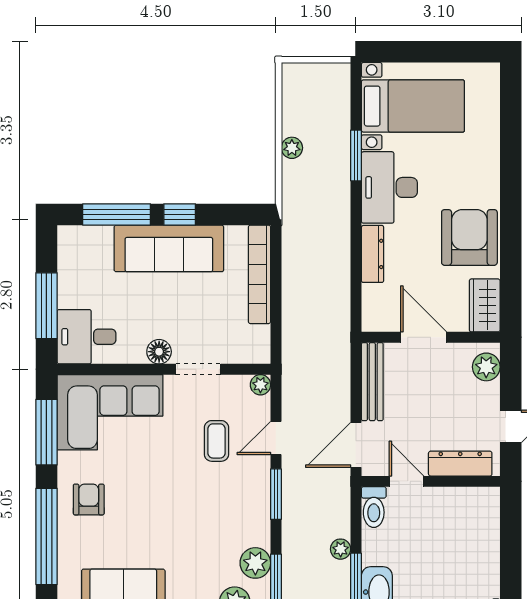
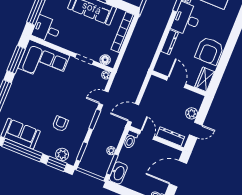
armchair: (469, 237) -> (209, 51), turned 180
floor lamp: (159, 352) -> (105, 60), moved
plant: (486, 367) -> (192, 113), moved
bench: (372, 382) -> (149, 91), removed
coffee table: (216, 441) -> (80, 90), removed
armchair: (89, 499) -> (60, 124), moved
door: (511, 540) -> (178, 174), added
plant: (255, 563) -> (76, 143), removed

